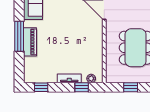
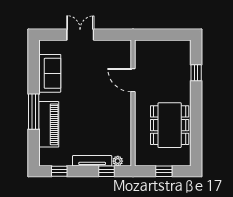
piano: (30, 42) -> (49, 124), width x1.37, depth x1.33
tv unit: (69, 78) -> (92, 161), width x1.41

